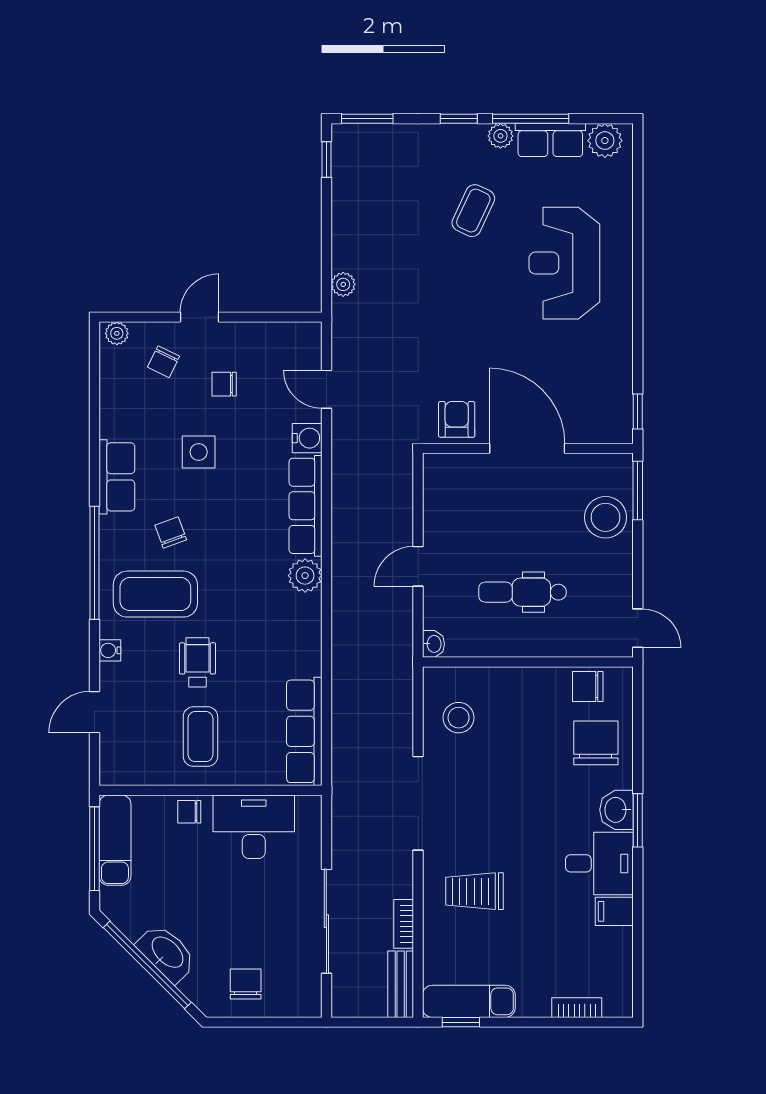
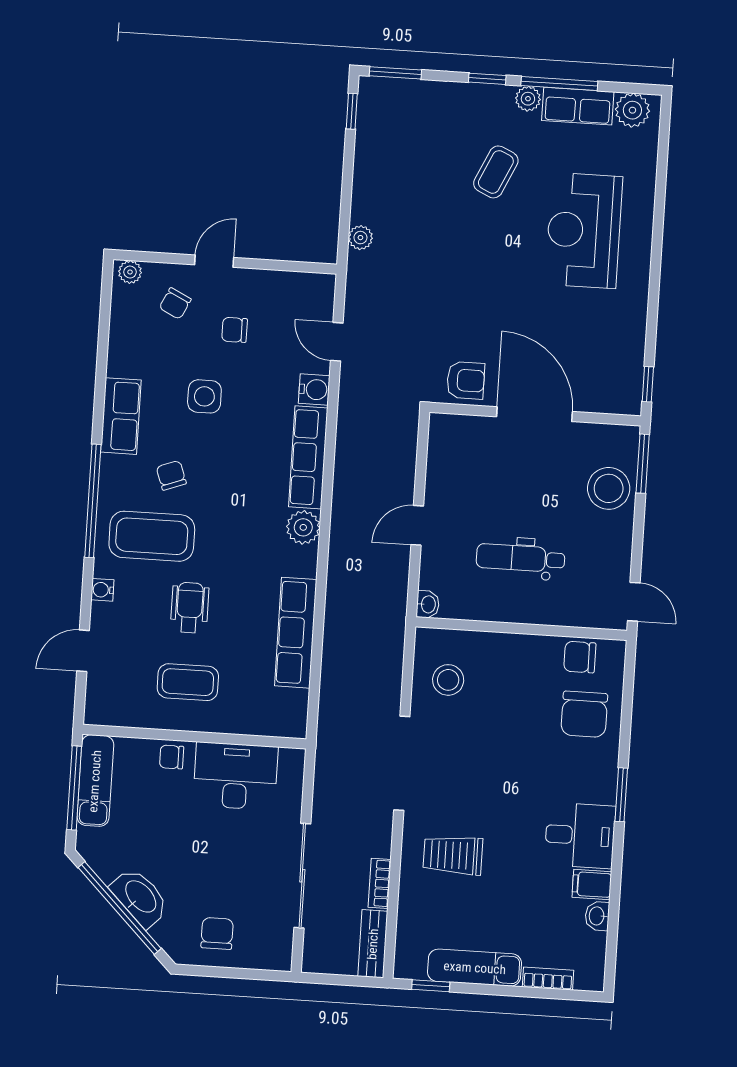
armchair: (457, 419) -> (466, 380), turned 90
row of seats: (304, 731) -> (296, 633), moved
coffee table: (200, 737) -> (188, 682), turned 90
chair: (596, 743) -> (584, 714), turned 180
washbasin: (616, 810) -> (597, 916), moved, width x0.72, depth x0.69
exam couch: (469, 1001) -> (475, 968), moved

